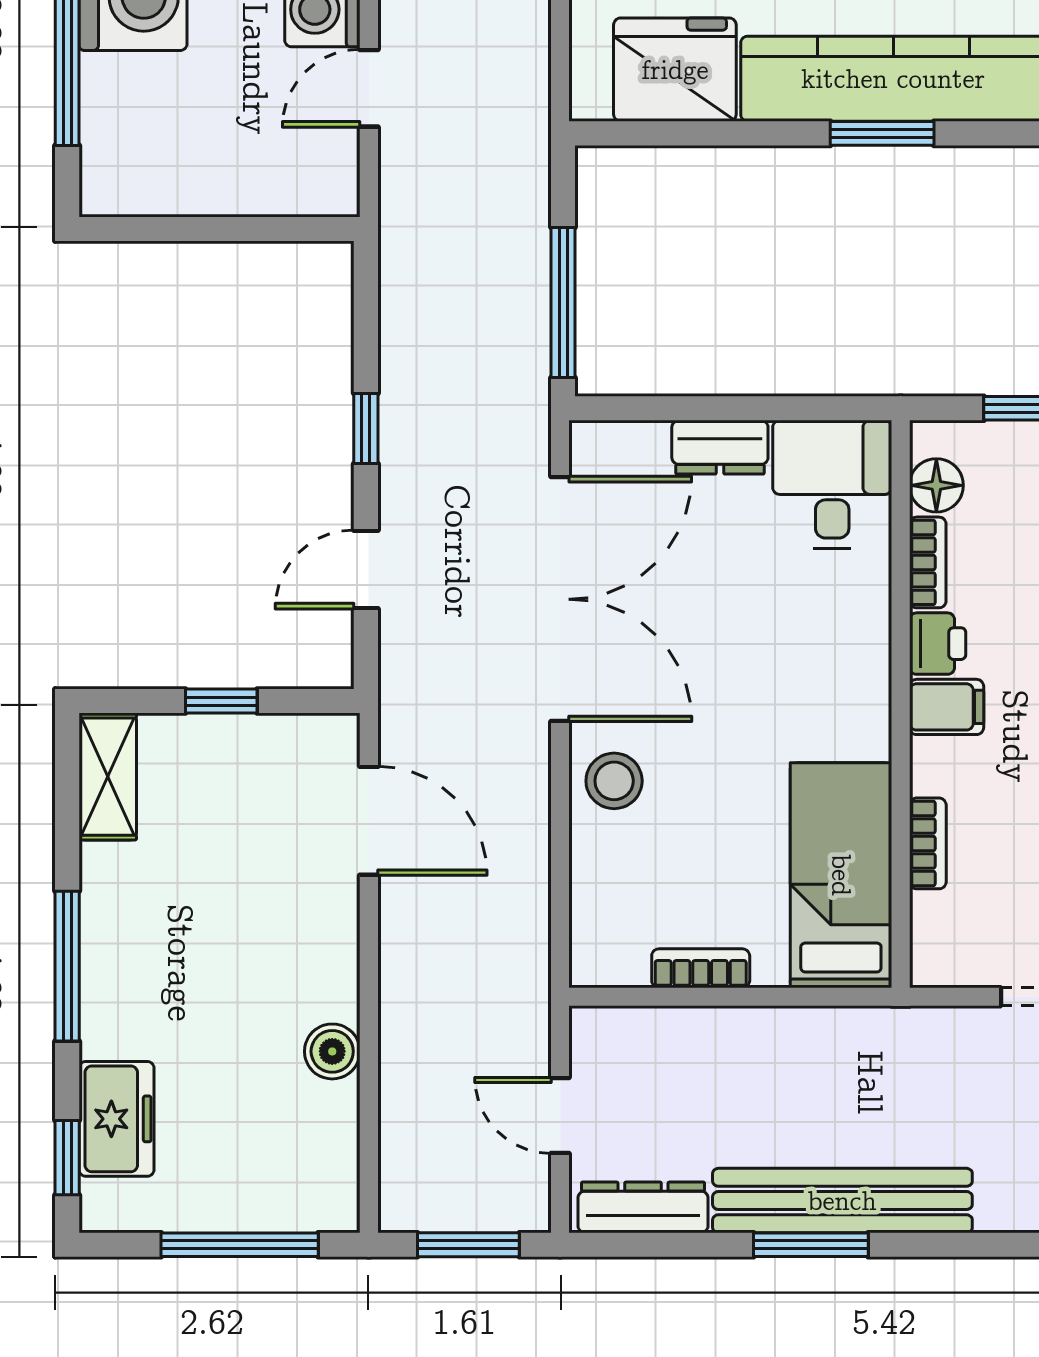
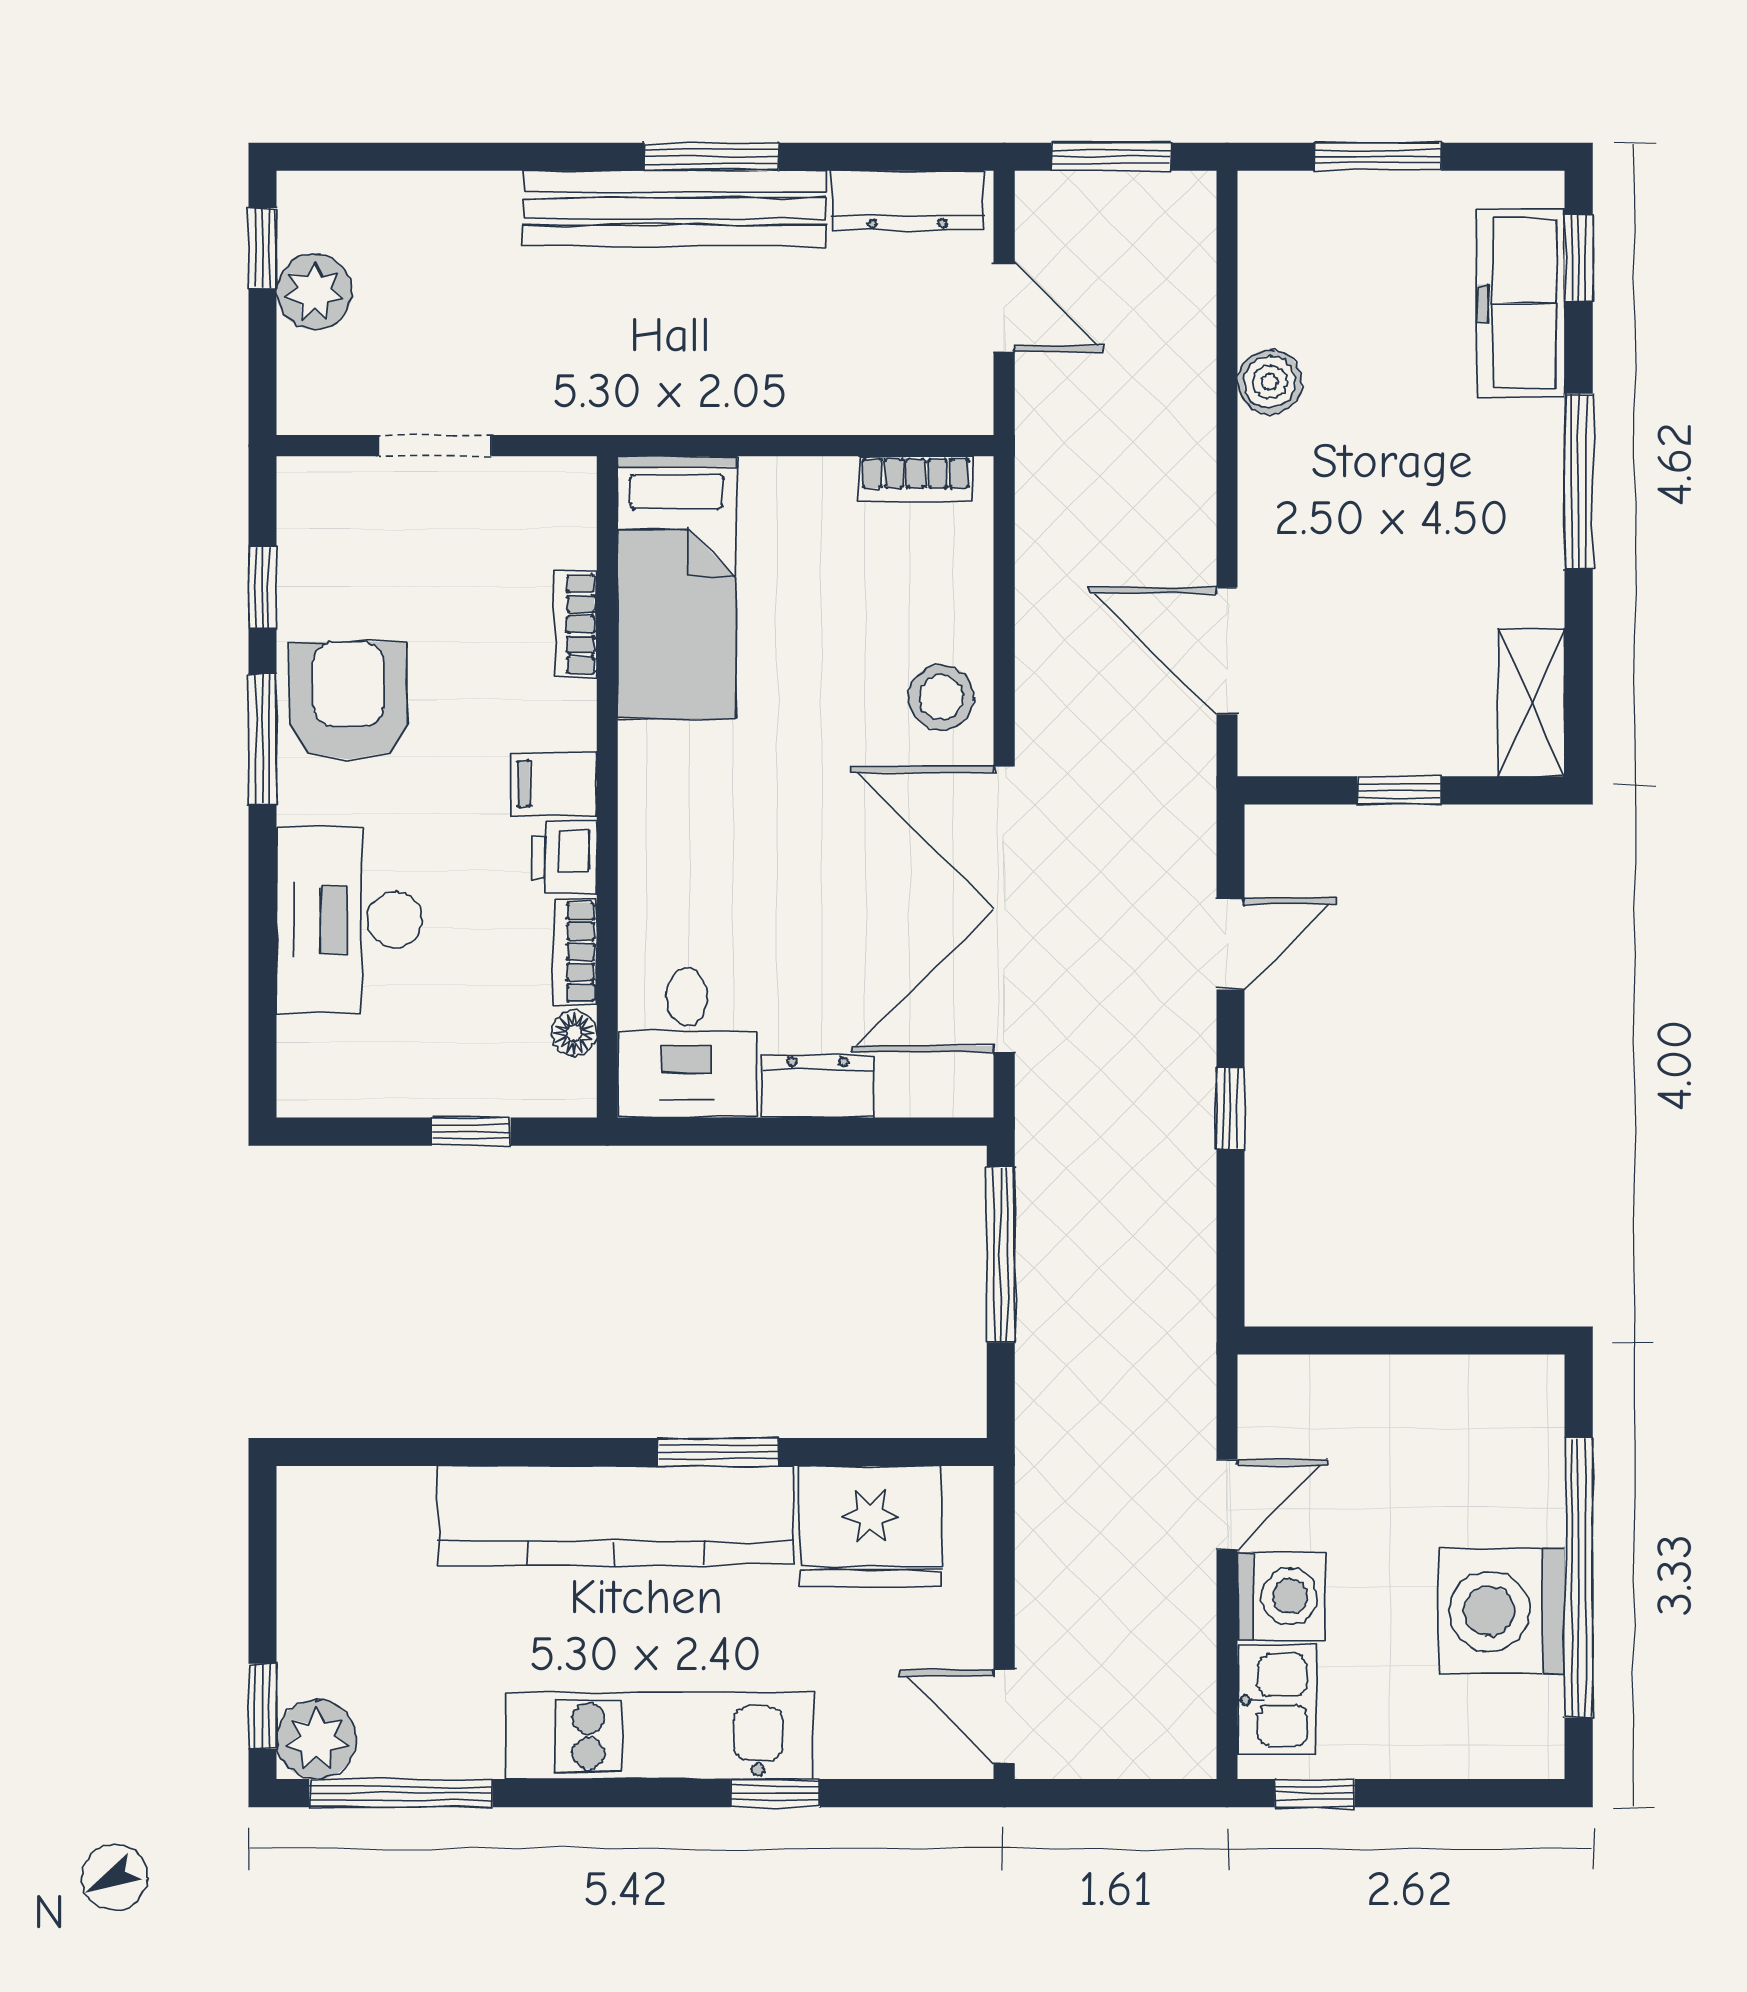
window: (882, 133) -> (719, 1452), moved
floor lamp: (936, 485) -> (574, 1033), width x0.73, depth x0.73
bookcase: (701, 968) -> (916, 479), moved
freezer: (116, 1119) -> (1521, 303), width x1.40
window: (240, 1245) -> (1378, 157), width x0.69

